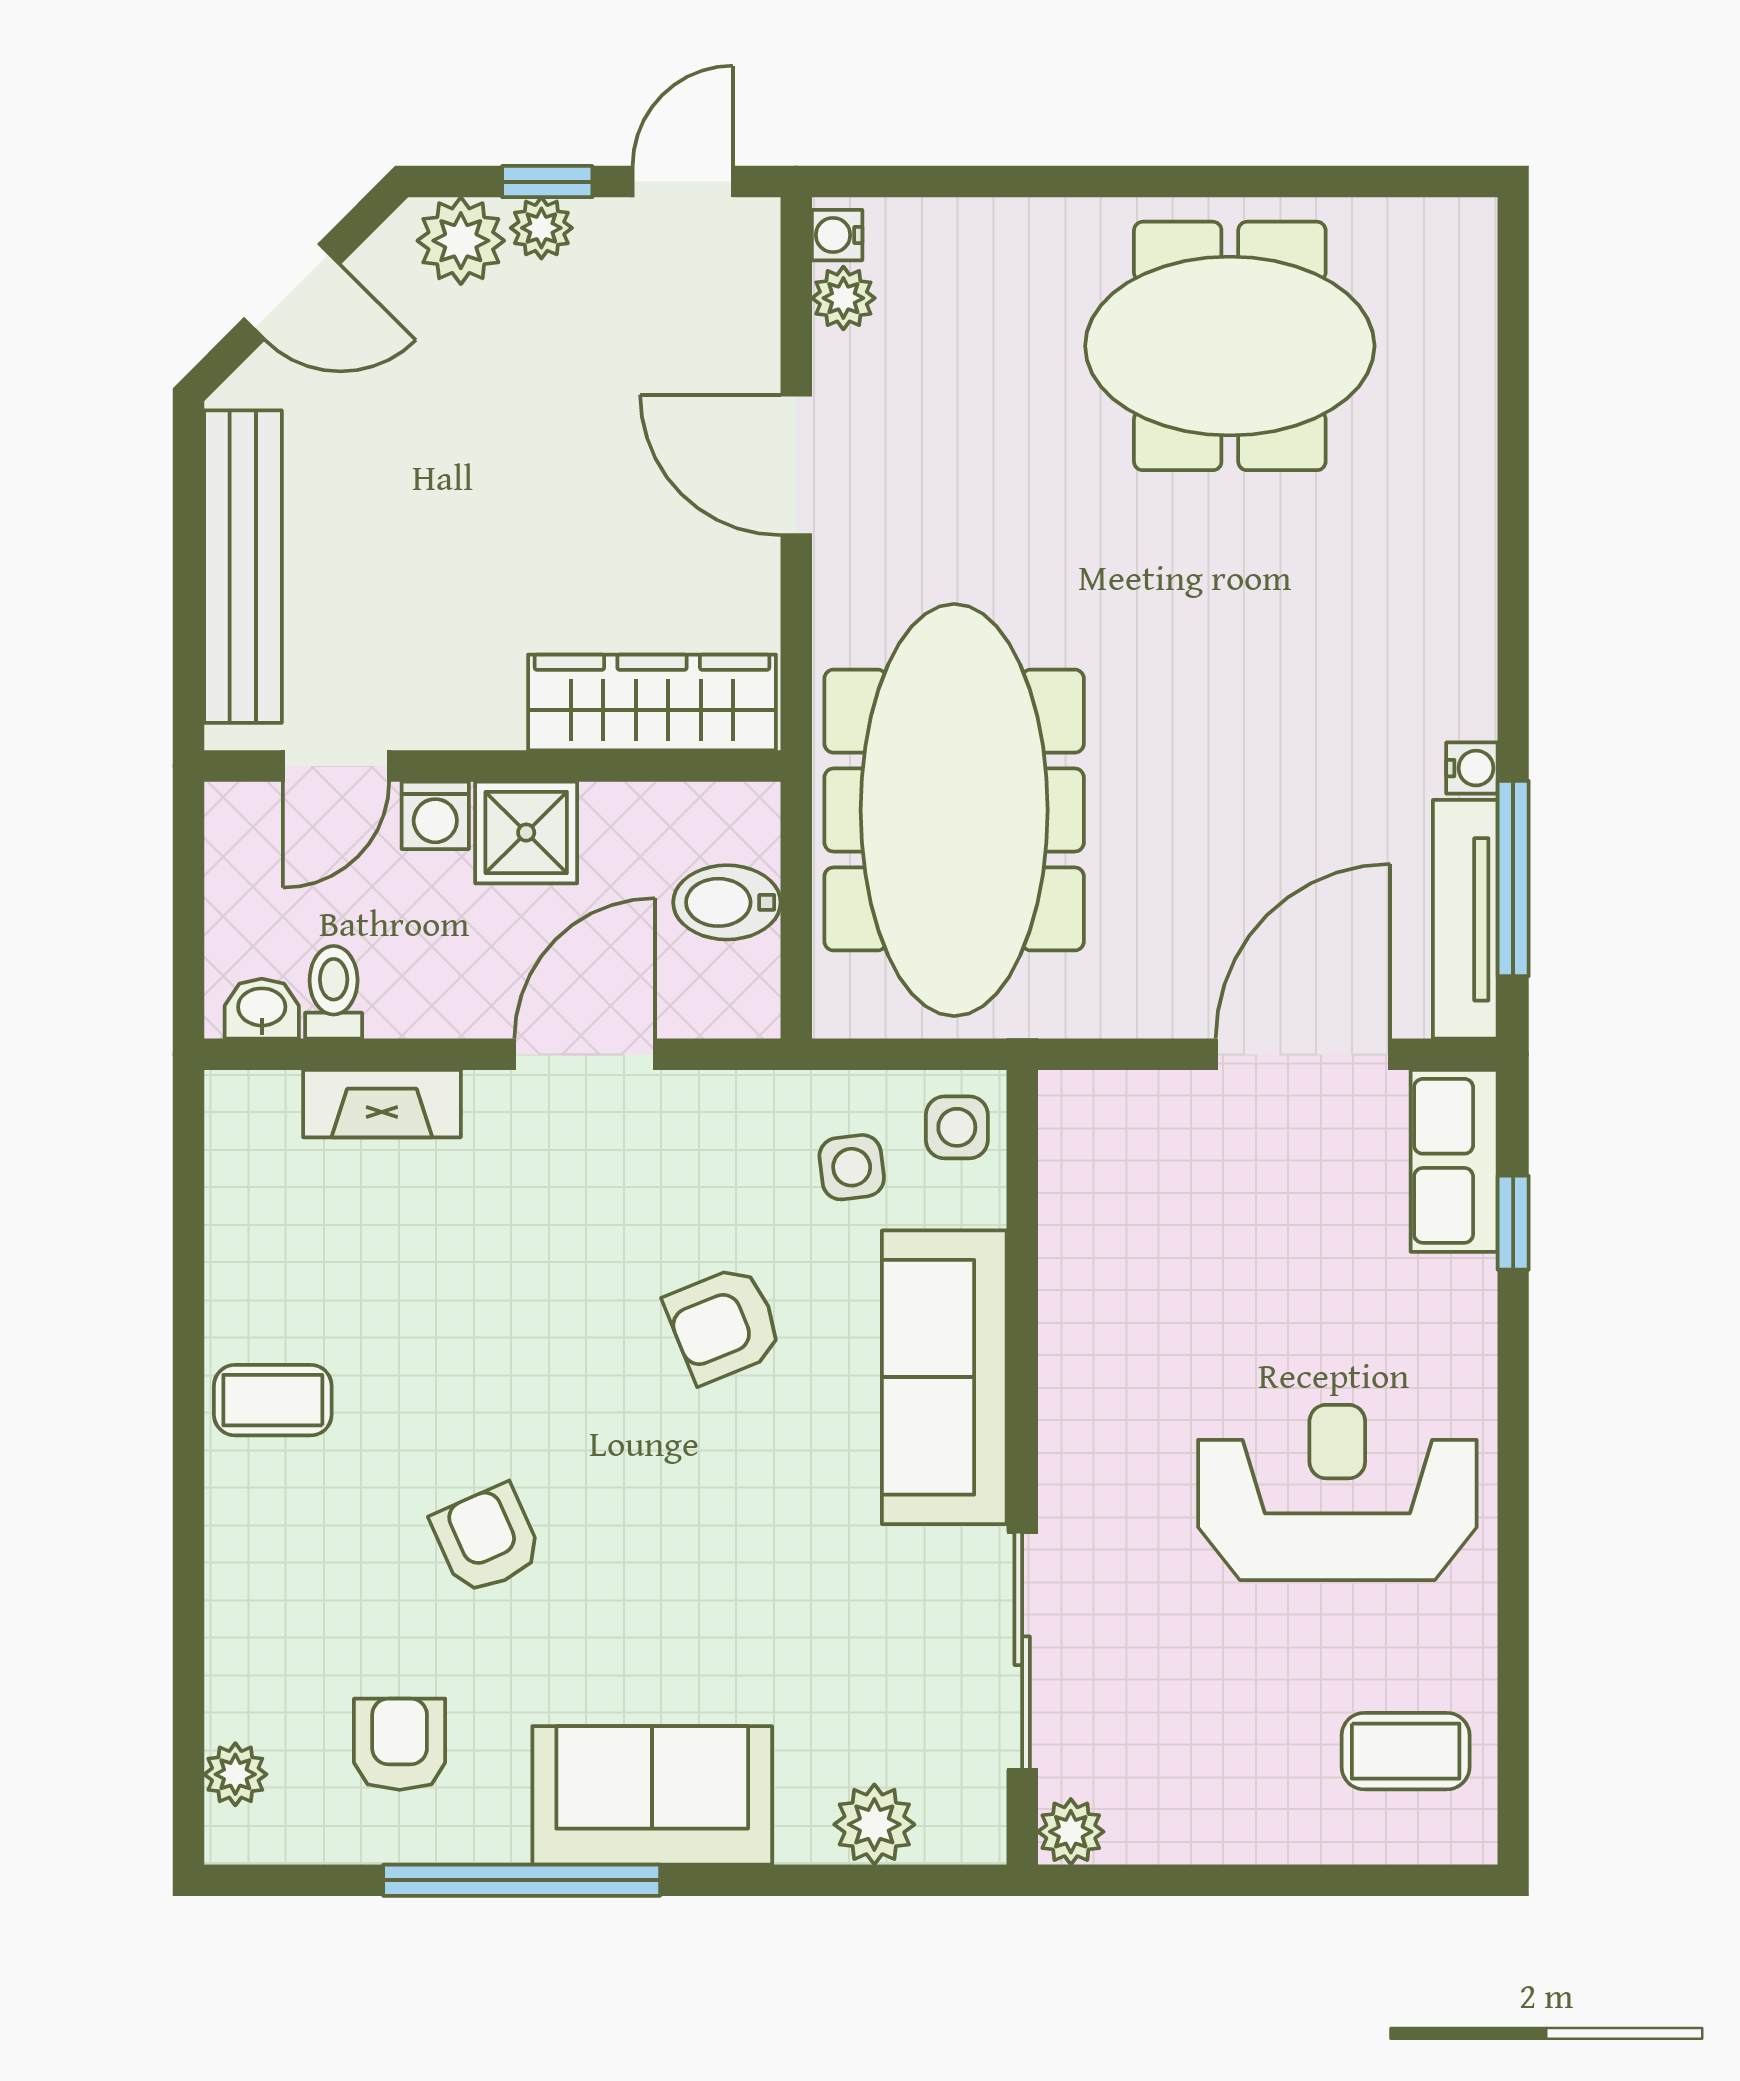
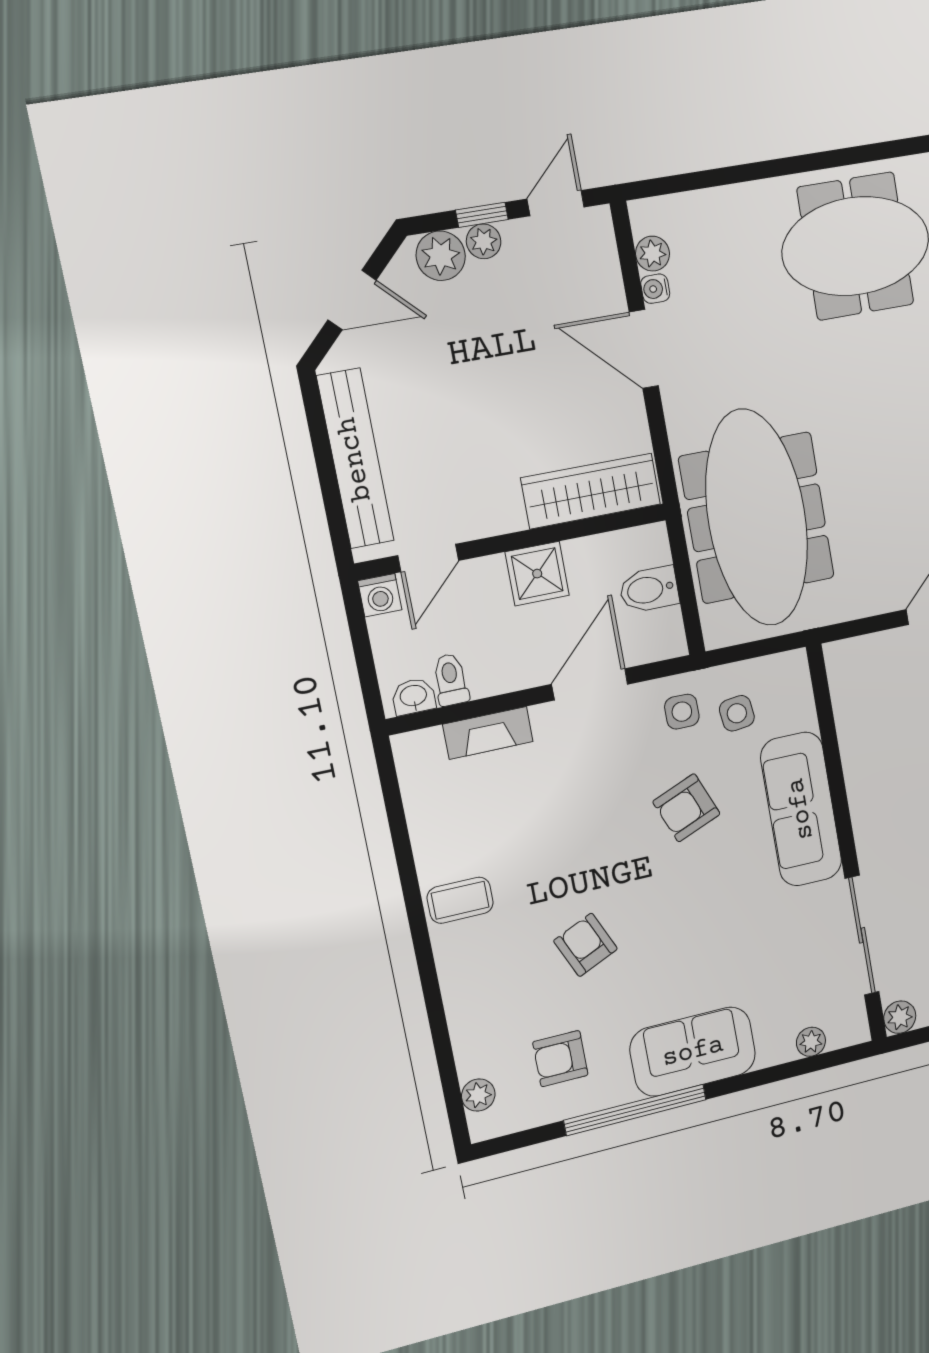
water cooler: (837, 235) -> (655, 289), moved
washing machine: (435, 815) -> (380, 595), moved
side table: (957, 1127) -> (682, 712), moved
armchair: (400, 1744) -> (560, 1059), turned -90
plant: (874, 1824) -> (811, 1042), width x0.73, depth x0.73

